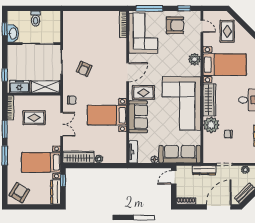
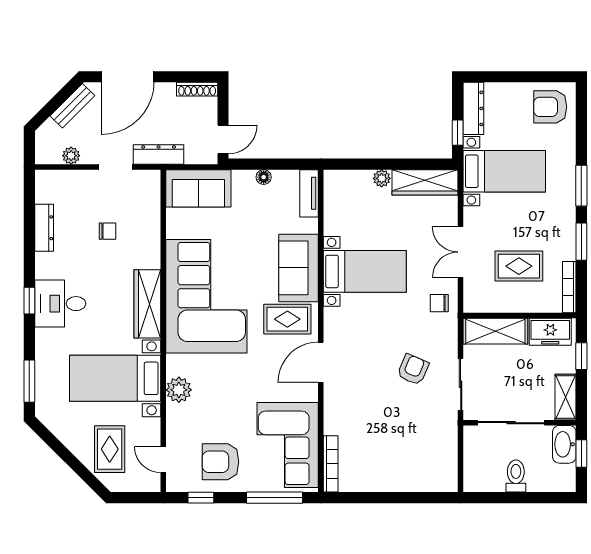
shelving: (12, 56) -> (566, 397), added
plant: (211, 125) -> (144, 251), removed
sofa: (180, 154) -> (198, 188), width x0.73
armchair: (19, 193) -> (550, 107), turned 59

